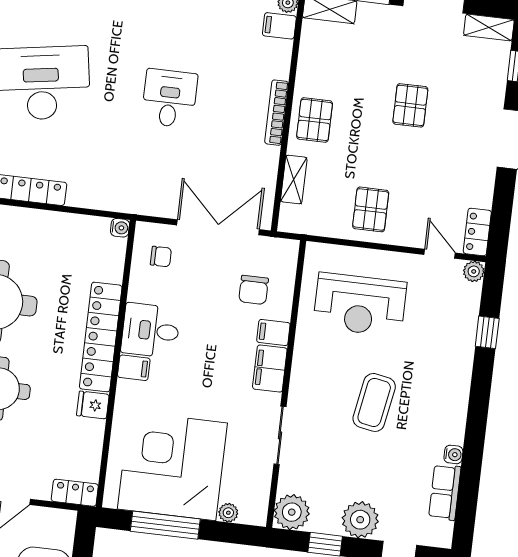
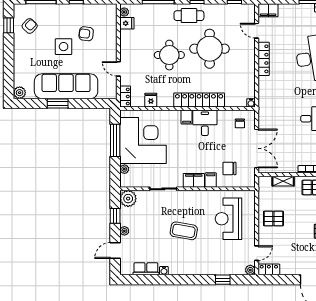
fridge: (93, 405) -> (151, 100), moved
plant: (360, 520) -> (124, 231), width x0.53, depth x0.53

